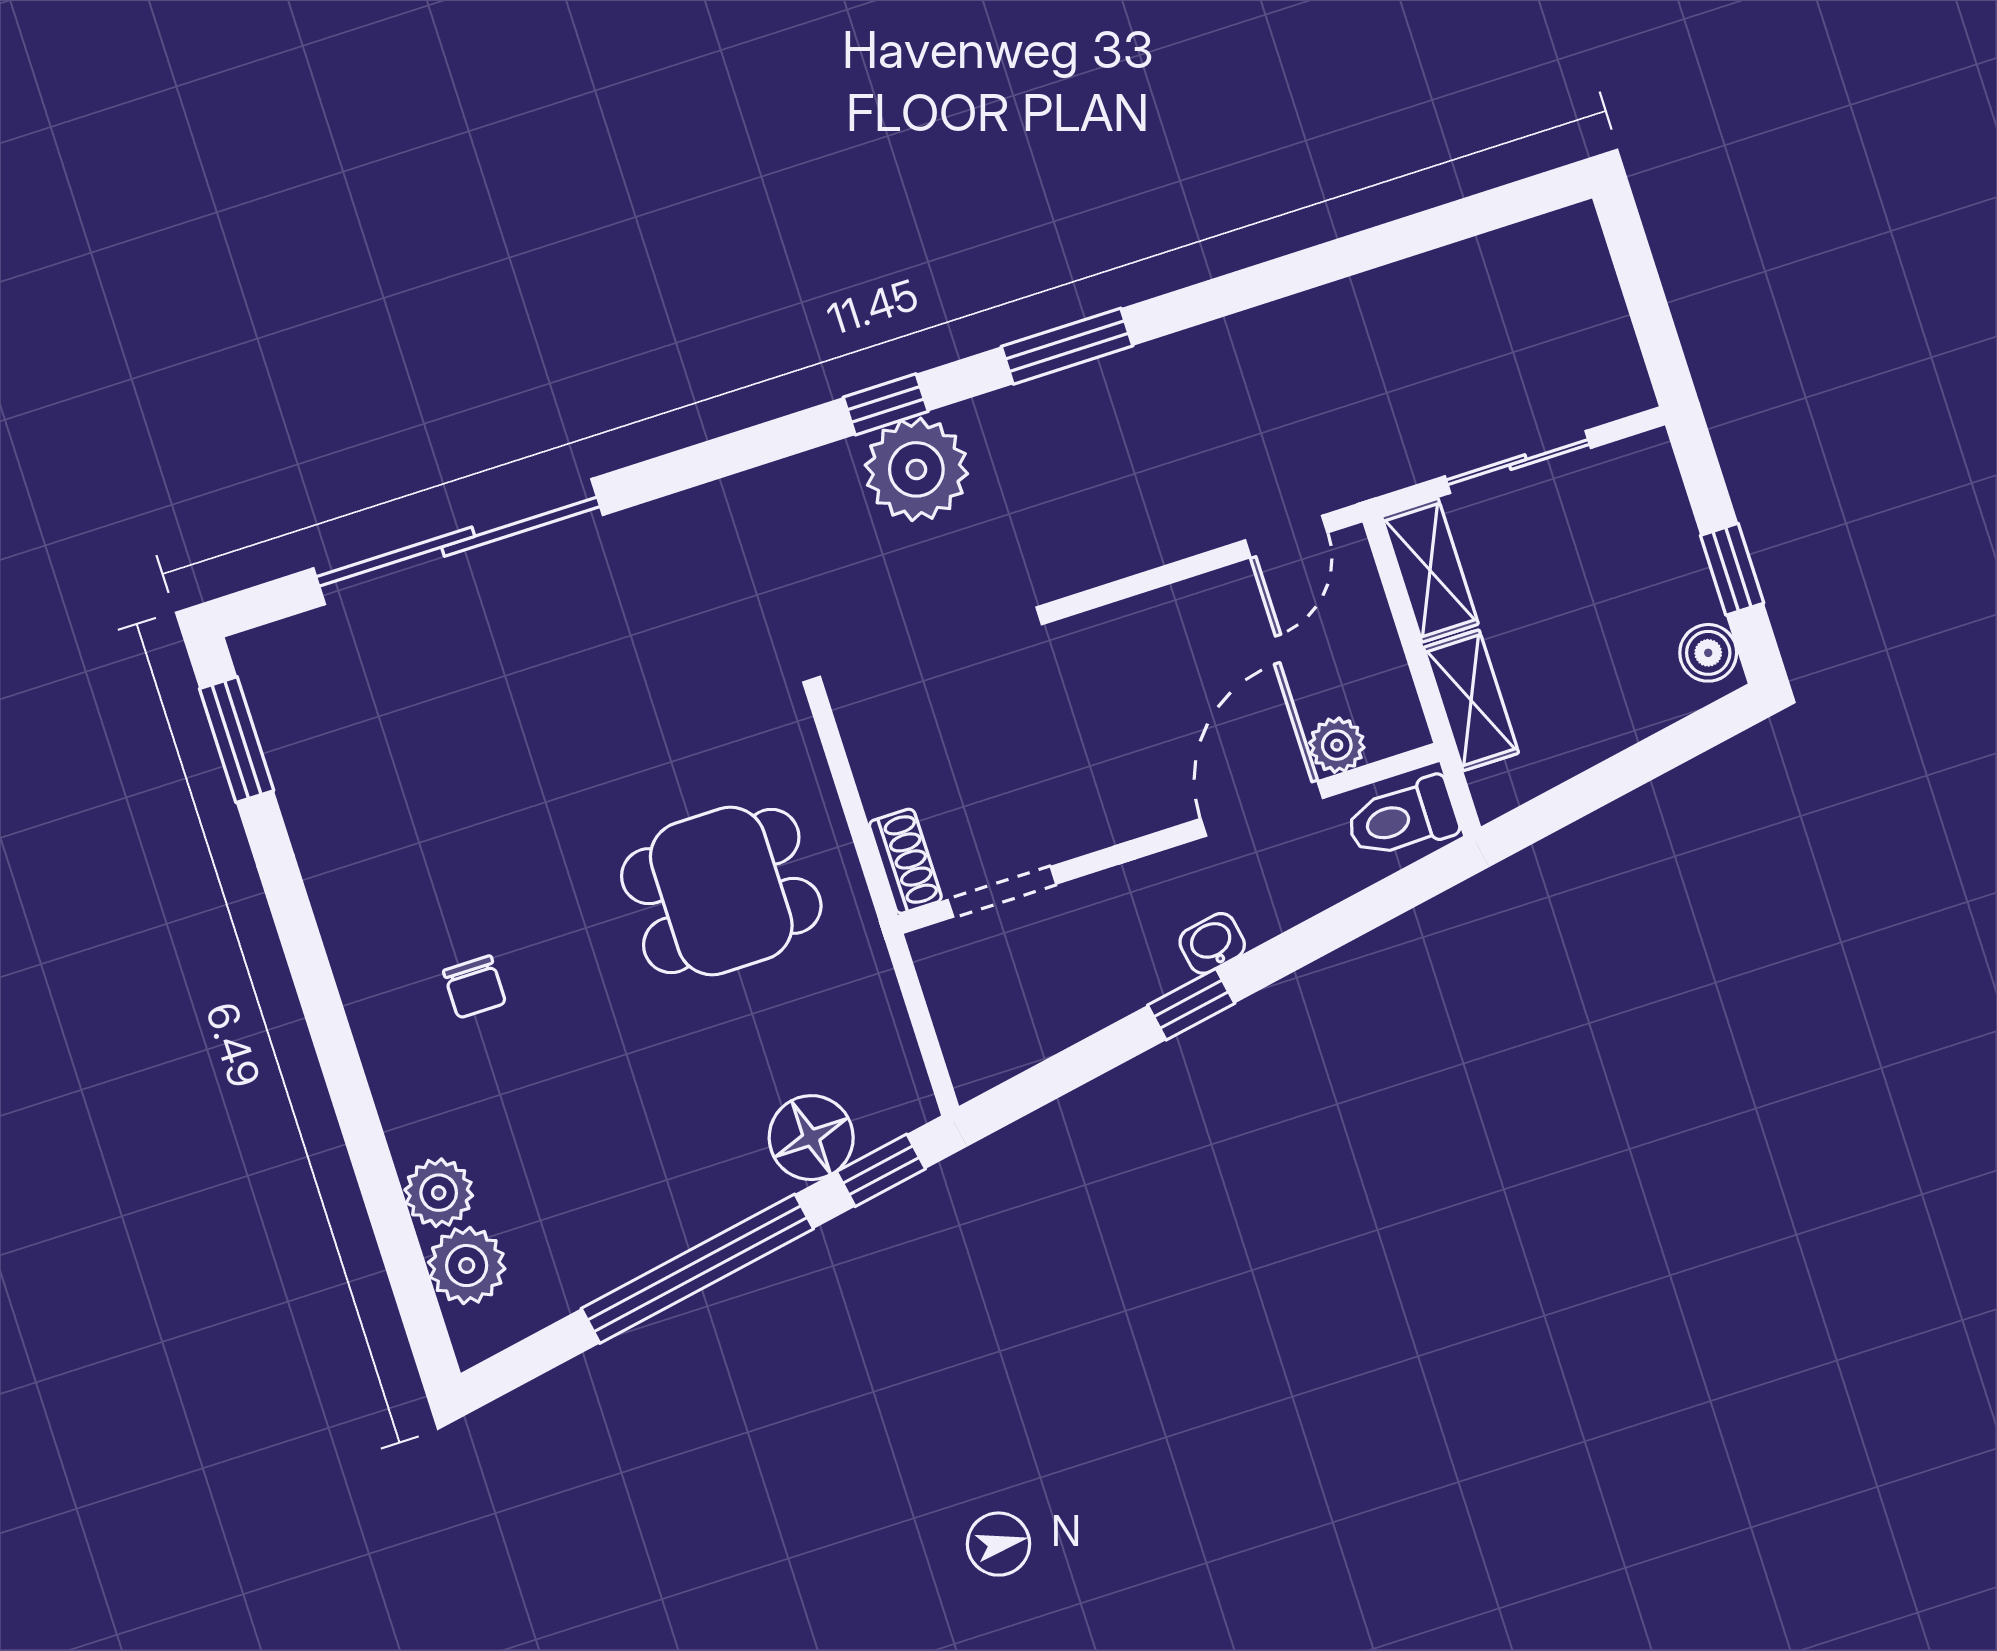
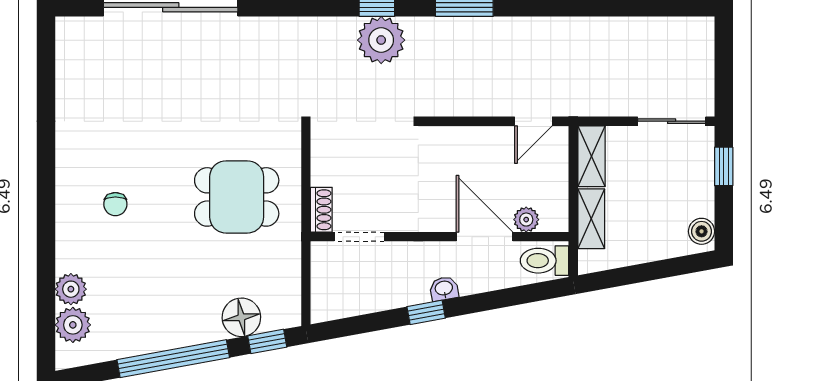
sliding door: (1518, 462) -> (672, 121), moved
window: (1732, 569) -> (724, 166), moved
window: (237, 740) -> (46, 63), removed
door: (1262, 808) -> (485, 237), hinge flipped

